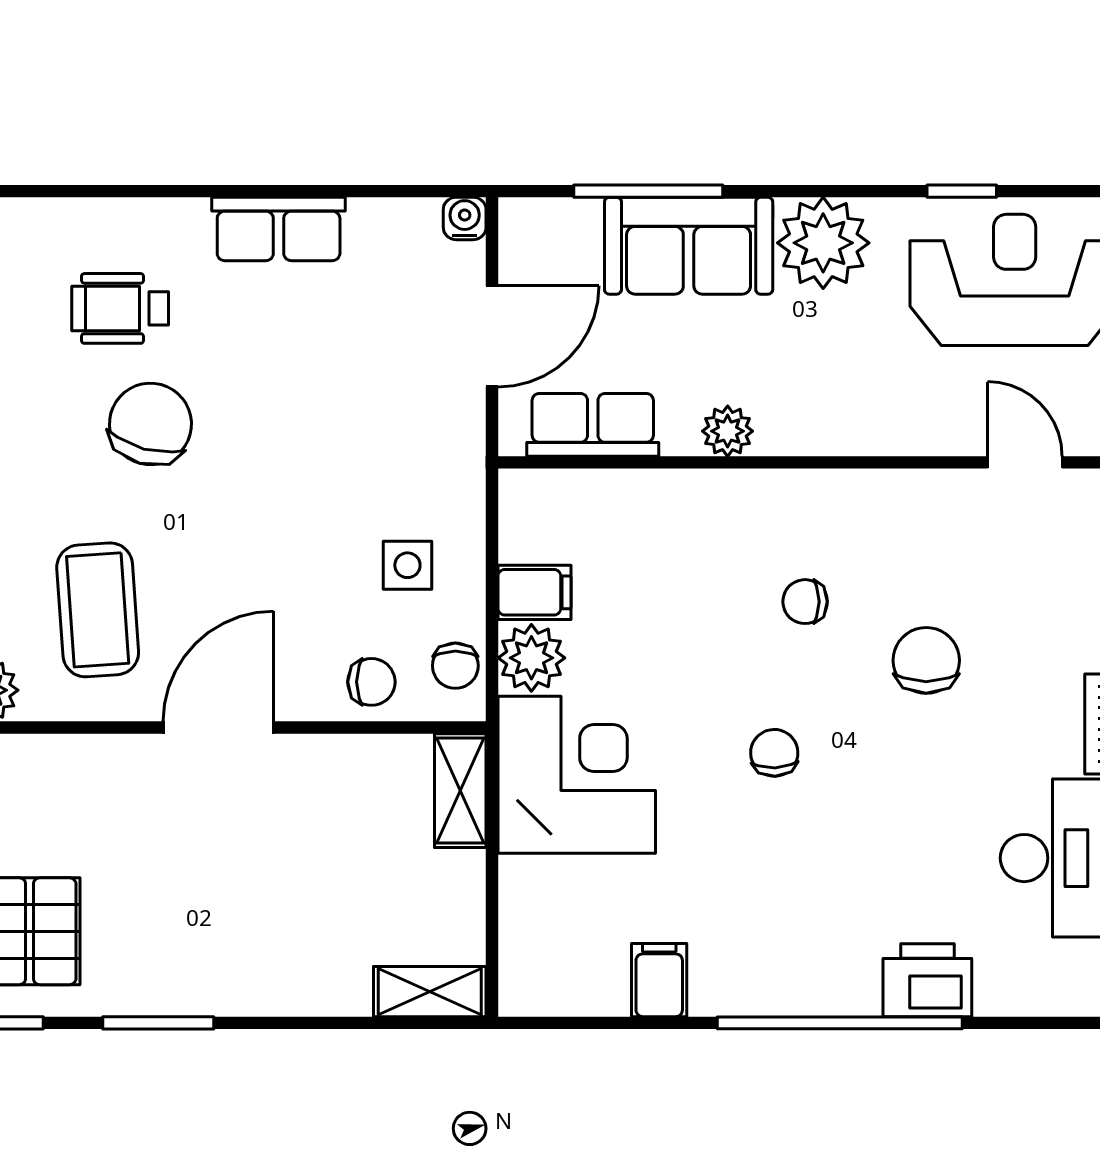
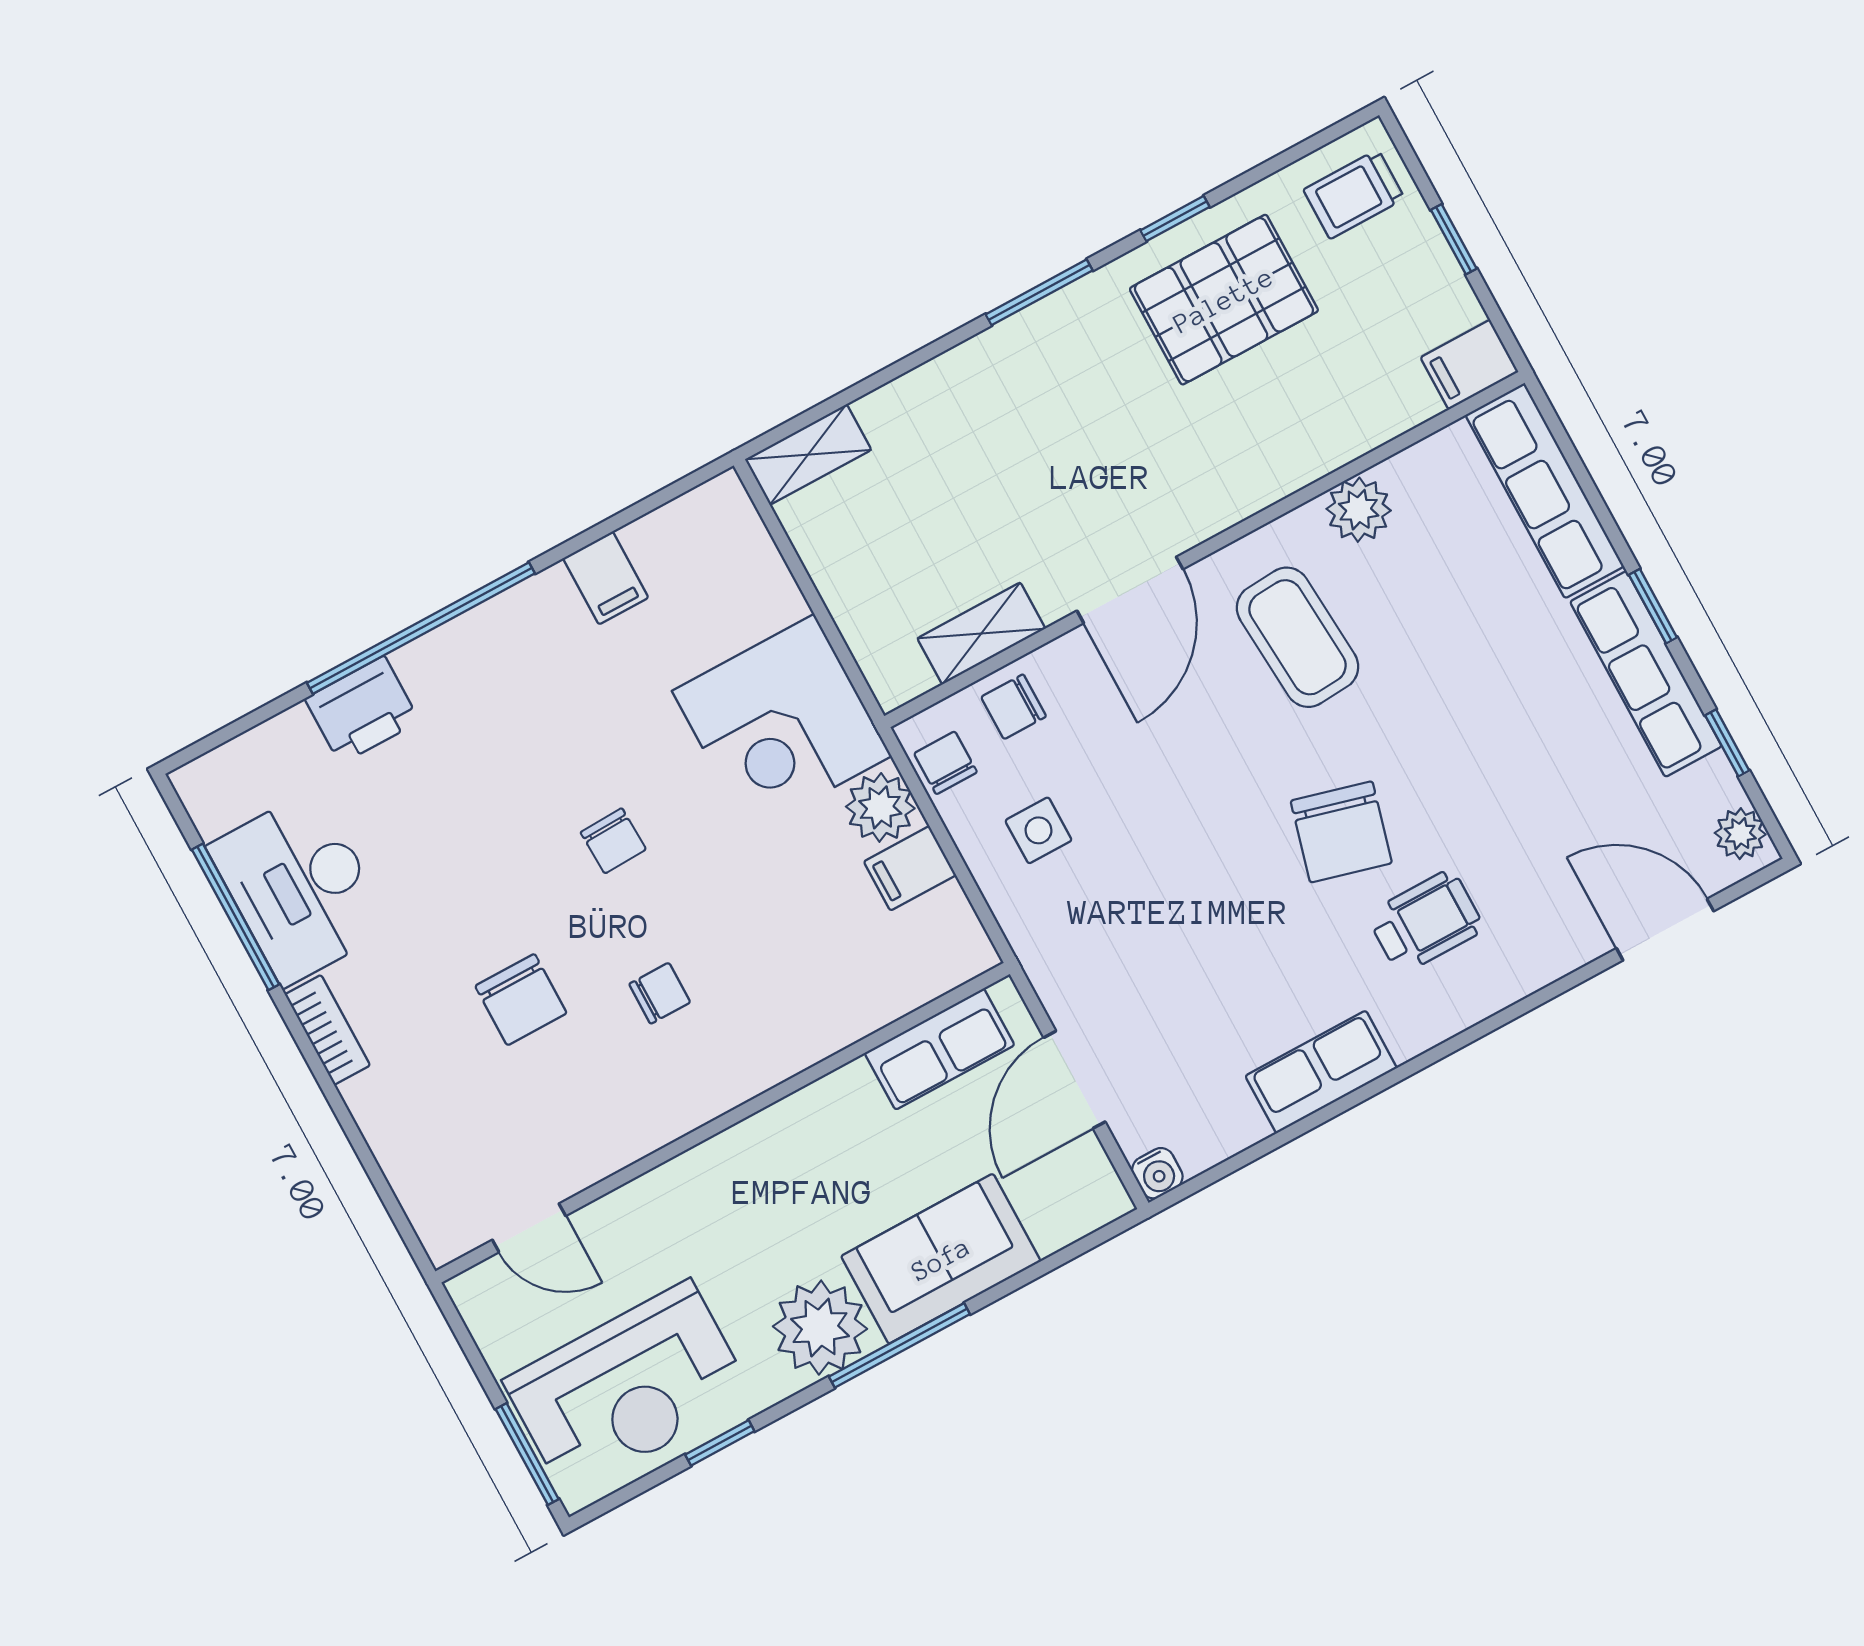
window: (648, 191) -> (899, 1345), moved
plant: (728, 431) -> (814, 1110), removed
shelving: (460, 791) -> (981, 633), moved, turned 90

